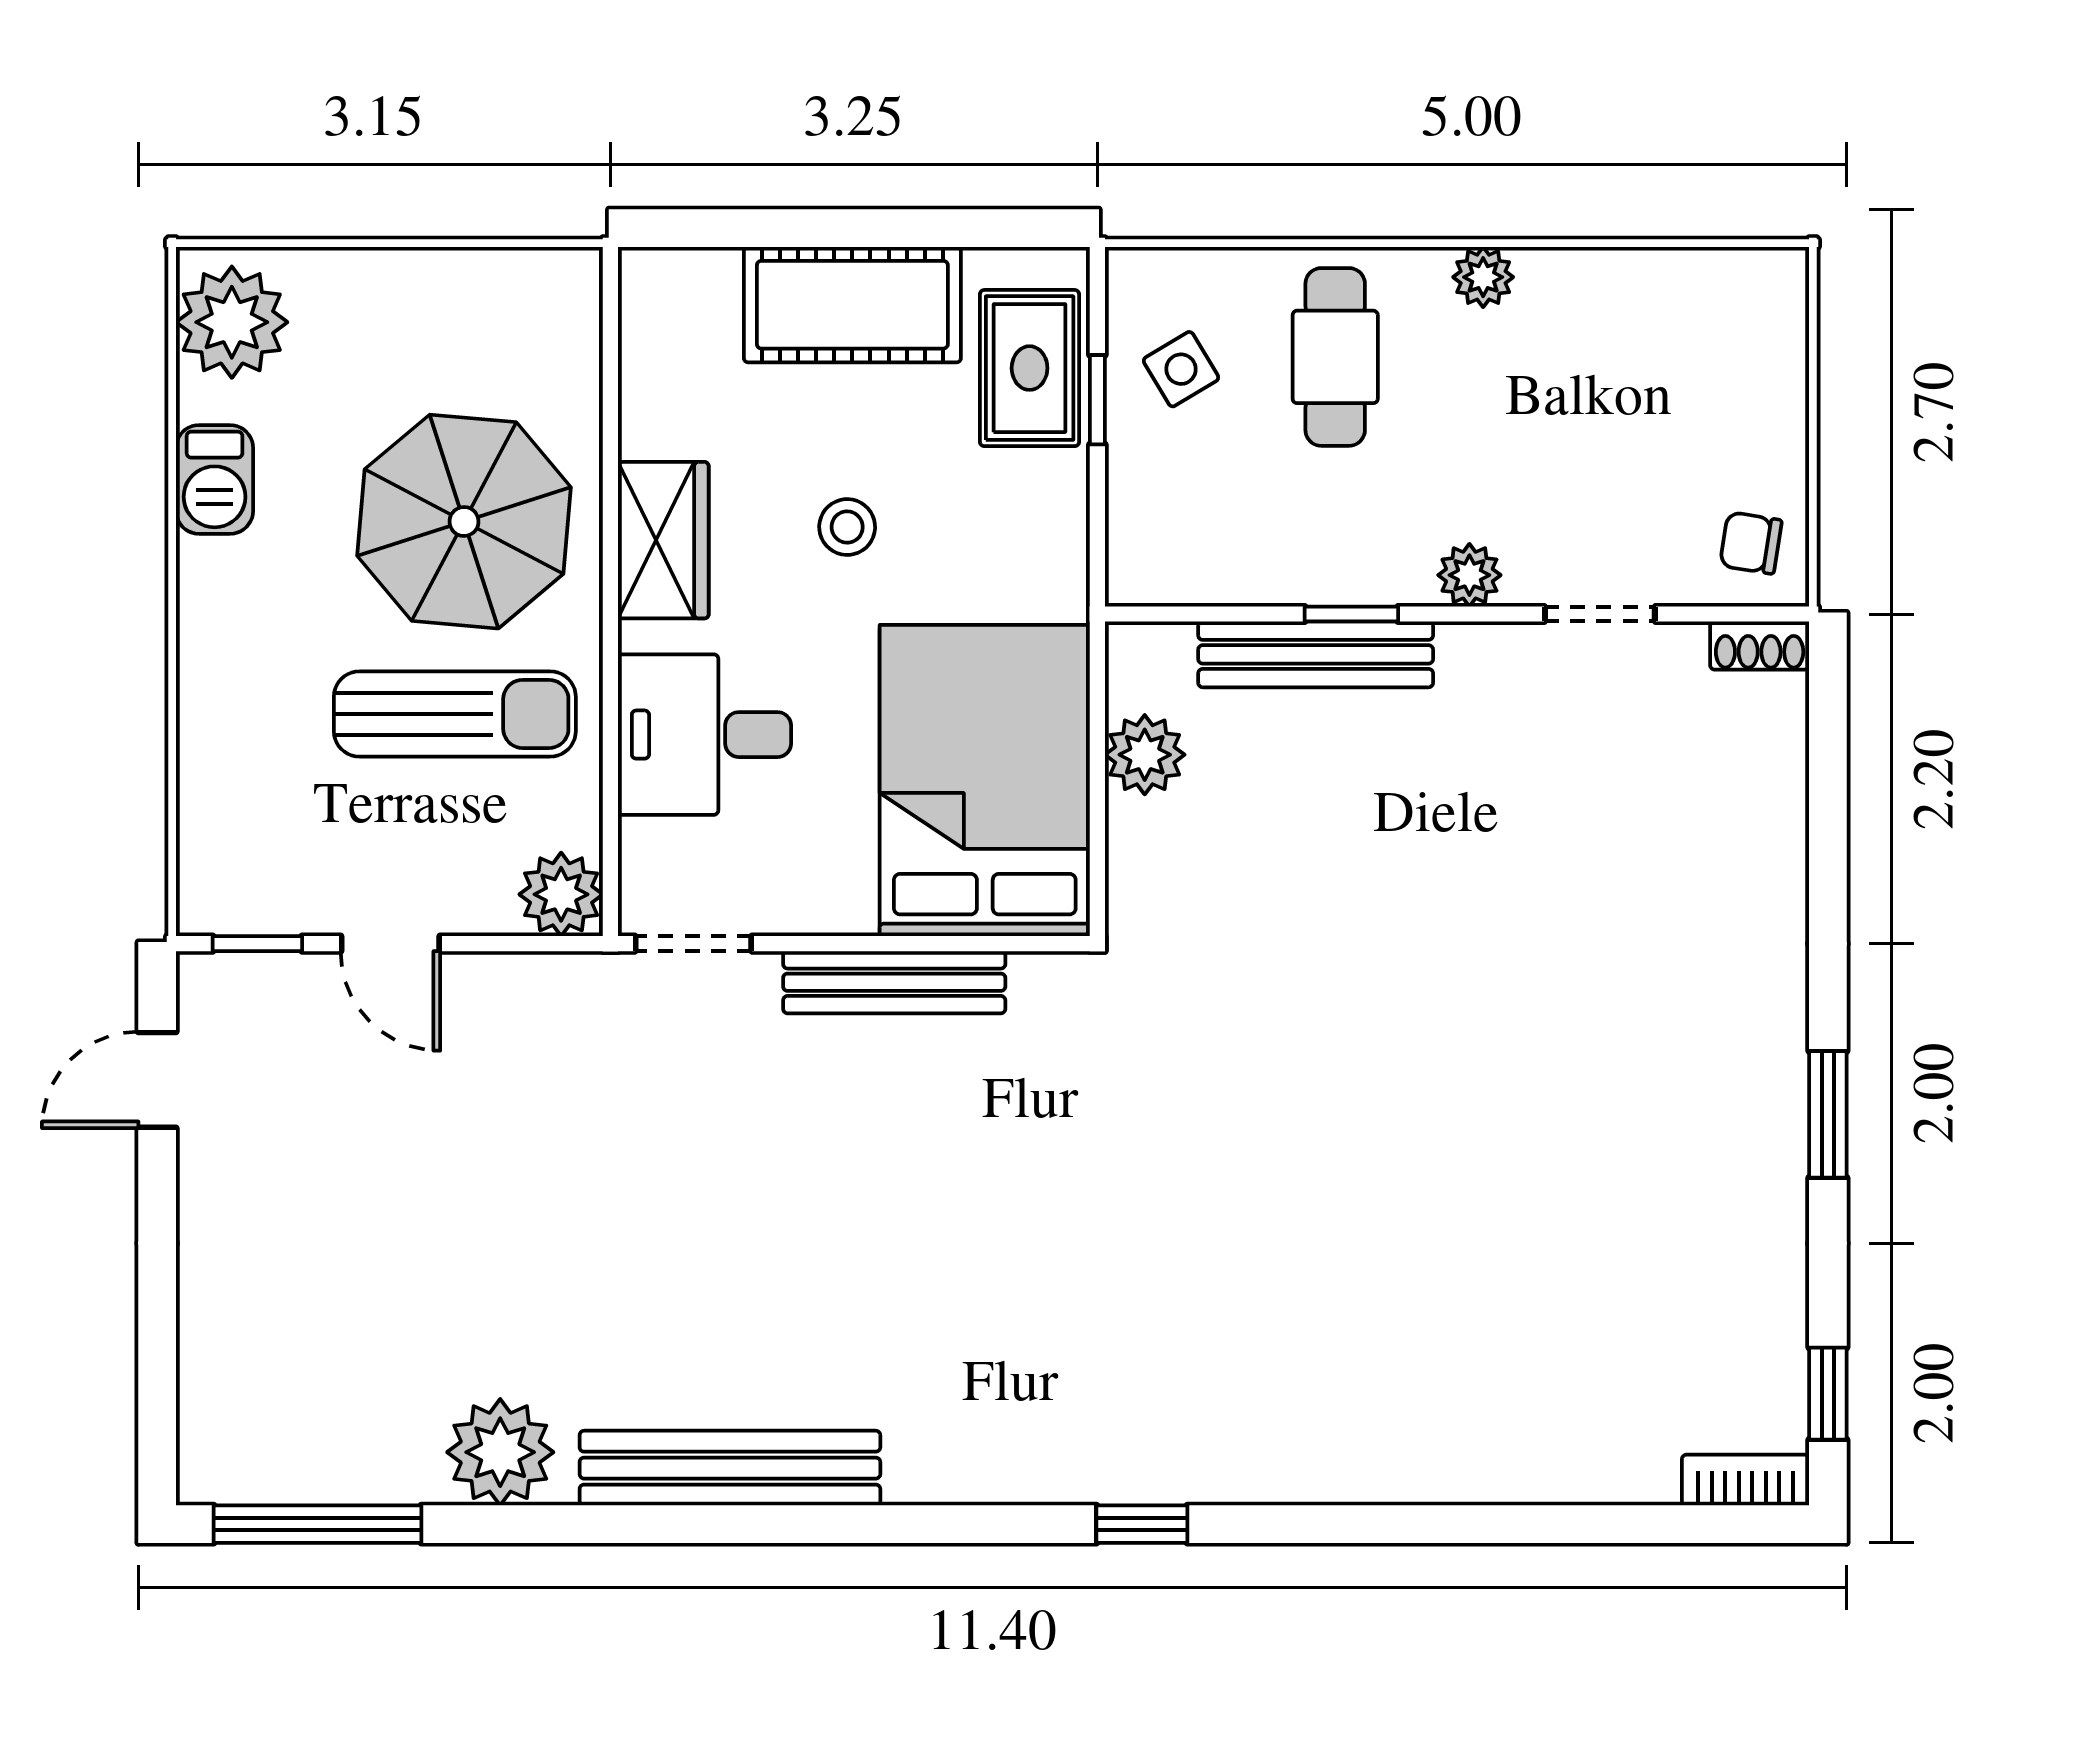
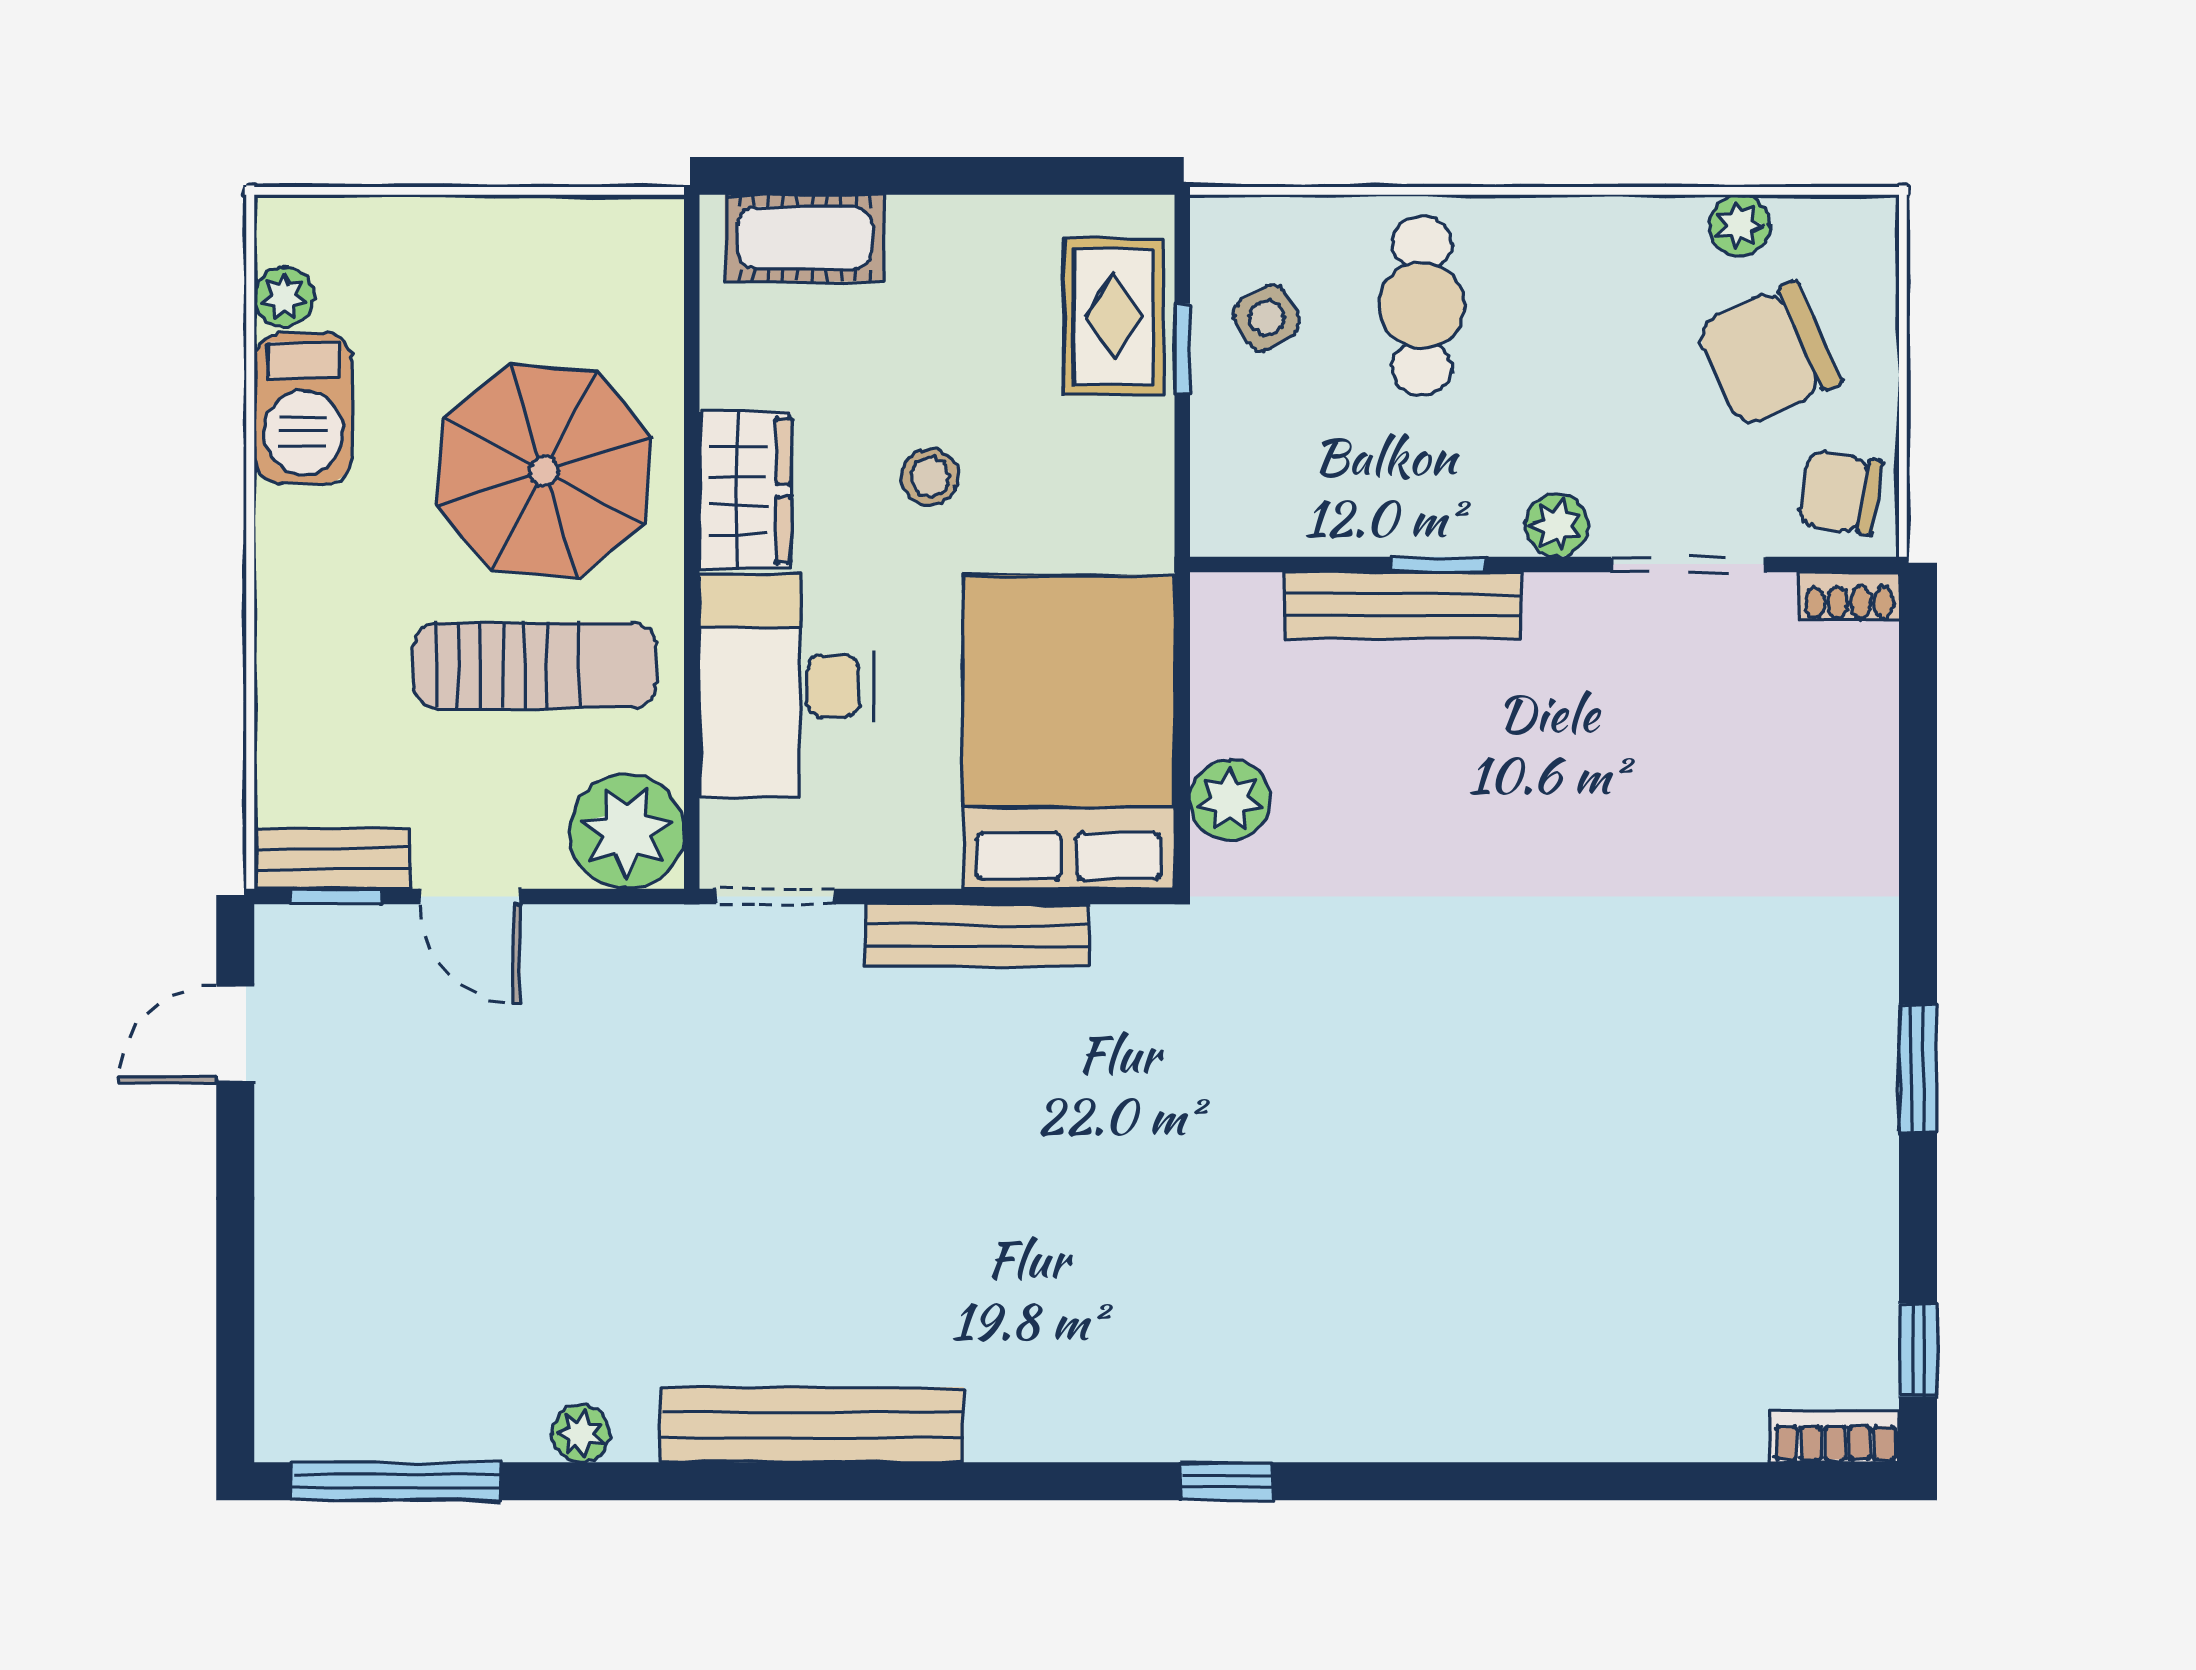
plant: (1483, 277) -> (1739, 225), moved
cot: (852, 305) -> (805, 238), moved, width x0.73, depth x0.75
plant: (232, 322) -> (284, 297), width x0.53, depth x0.53
chair: (1679, 405) -> (1768, 354), added
barbecue: (215, 479) -> (303, 408), width x1.38, depth x1.27
chair: (1751, 543) -> (1840, 493), width x1.37, depth x1.37
doorway: (1600, 614) -> (1688, 564), width x1.38
desk: (704, 735) -> (786, 686), width x1.37
plant: (1145, 755) -> (1230, 800), moved
plant: (561, 894) -> (627, 832), width x1.36, depth x1.36
bench: (254, 906) -> (333, 859), added
plant: (500, 1452) -> (581, 1434), width x0.53, depth x0.53

